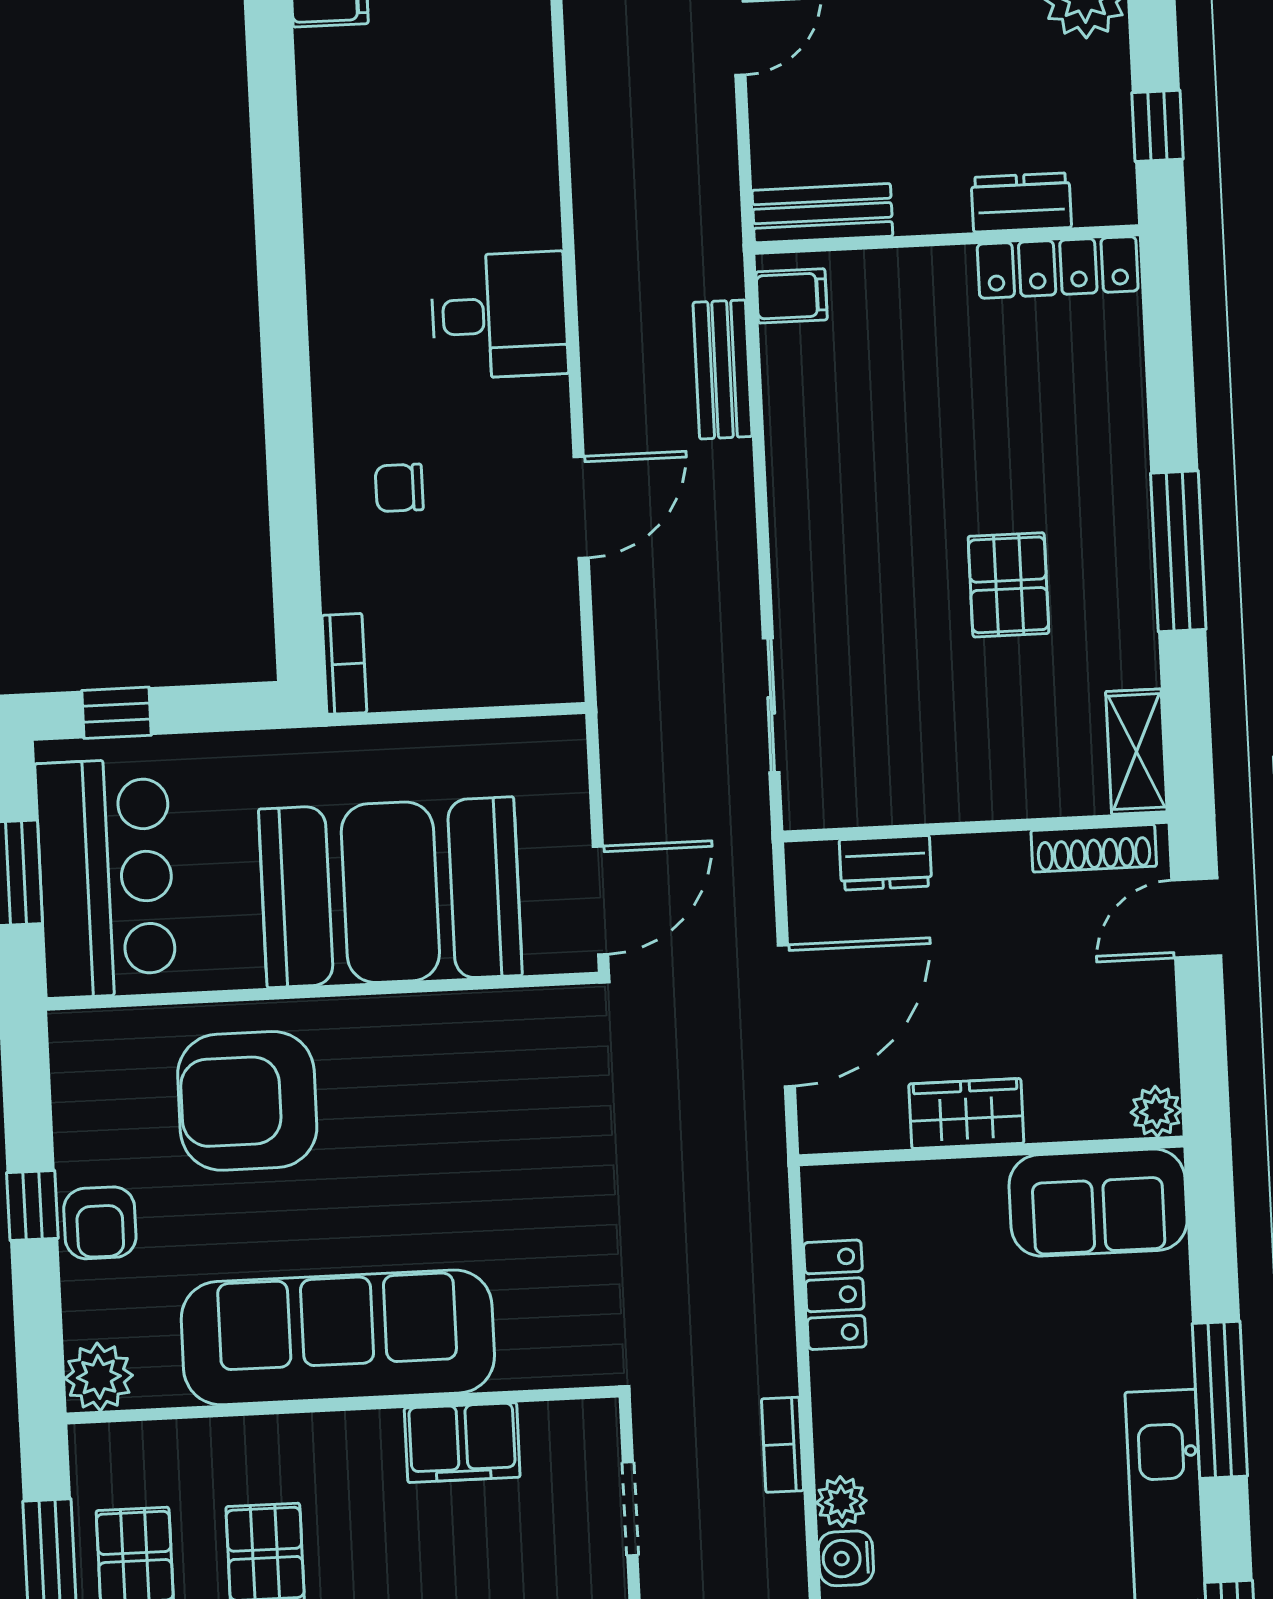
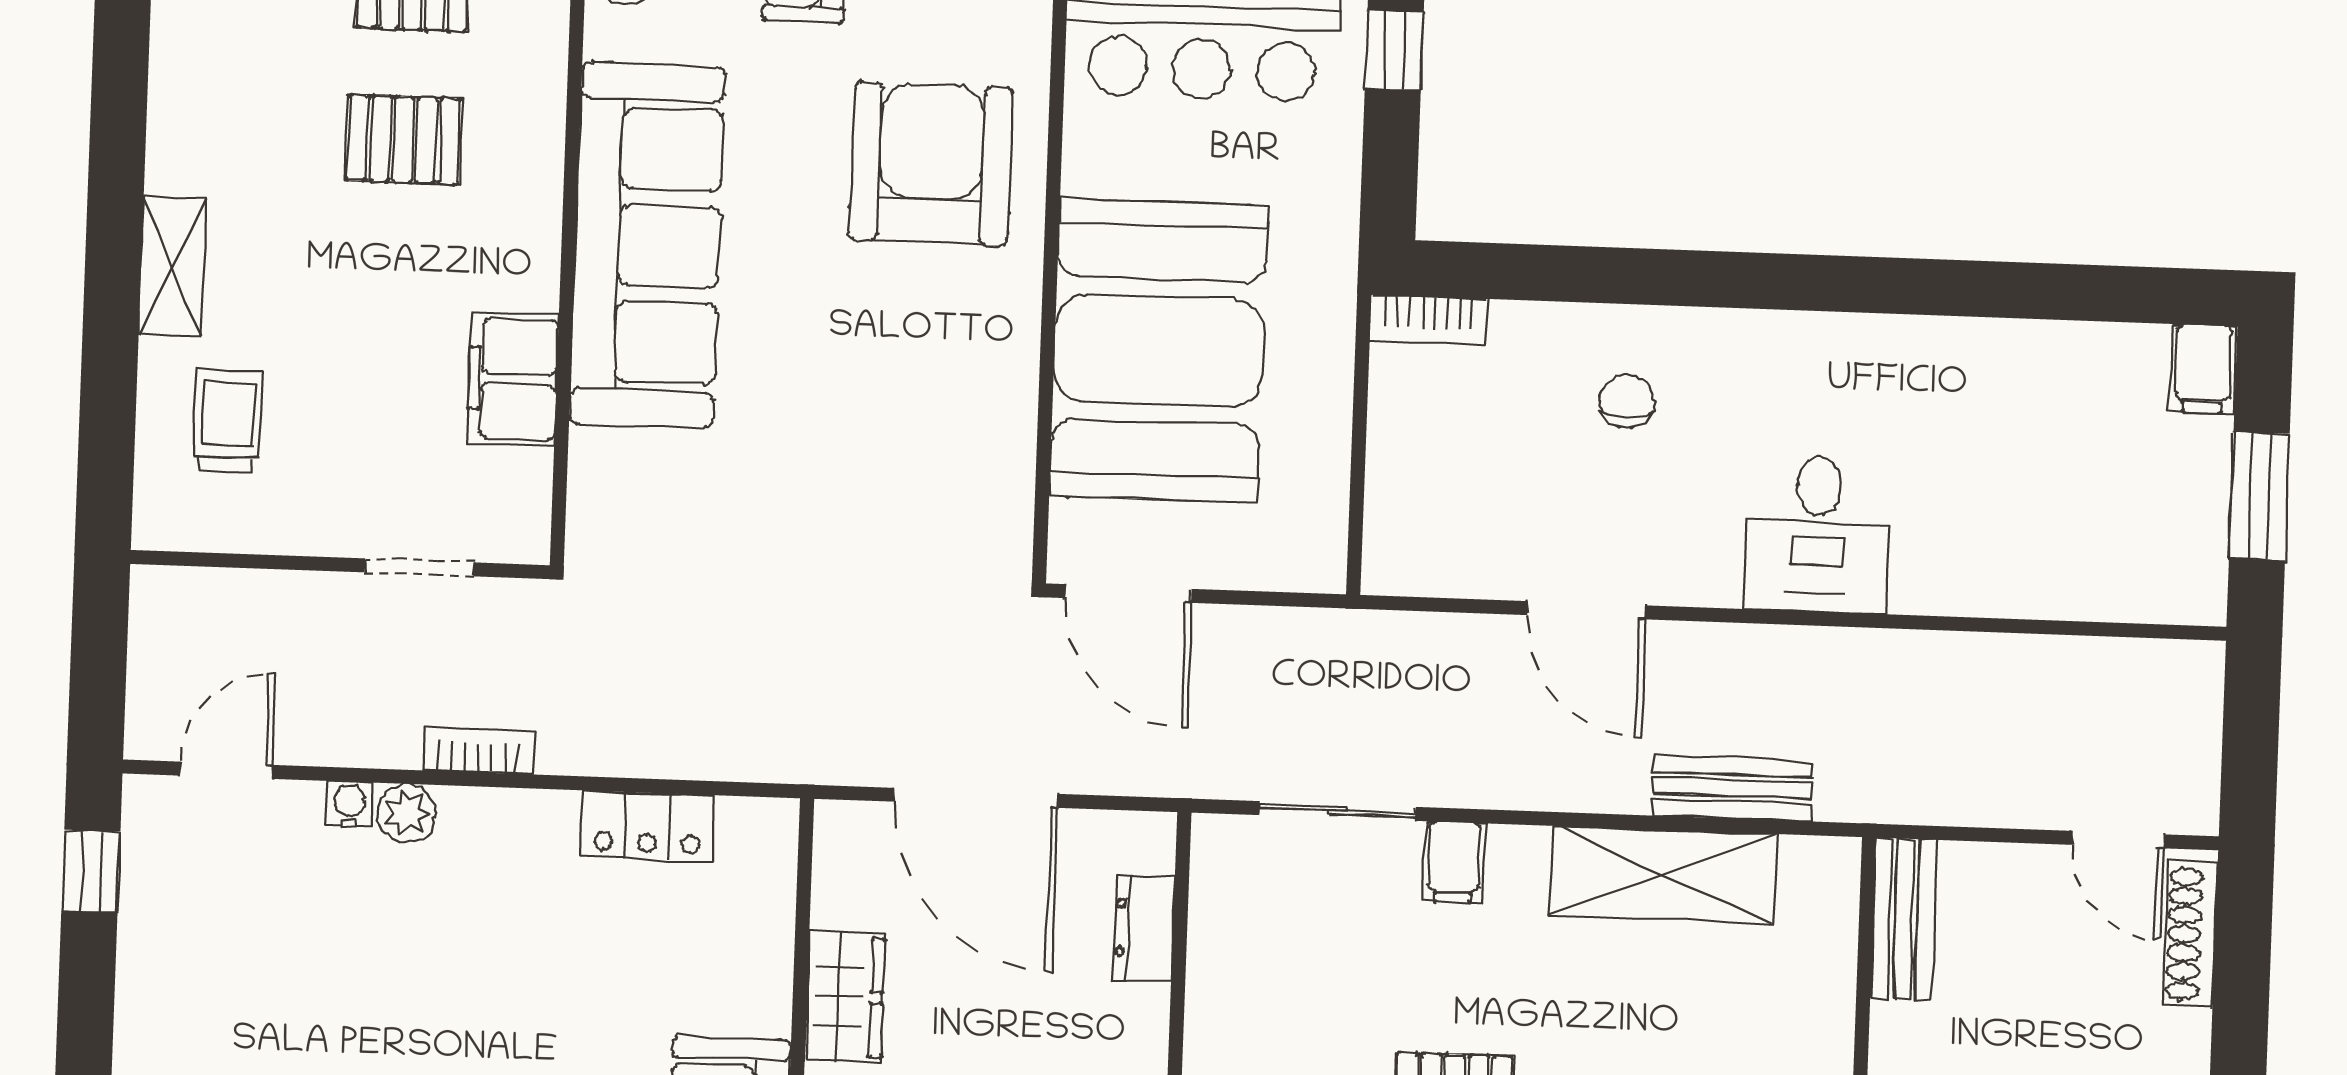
filing cabinet: (792, 296) -> (1454, 862), moved
shelving: (802, 422) -> (1663, 875), added
water cooler: (846, 1558) -> (349, 805), width x0.72, depth x0.72

